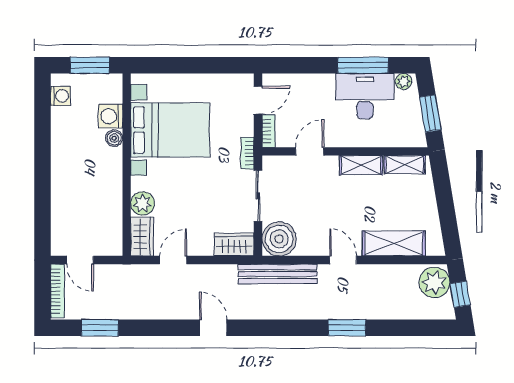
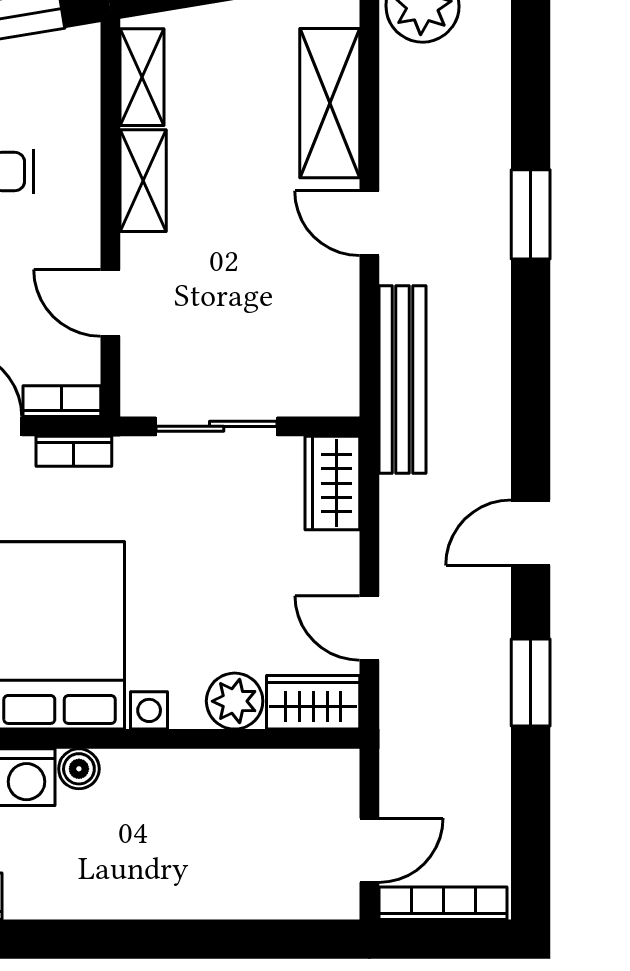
bookcase: (247, 153) -> (74, 451), moved
boiler: (279, 239) -> (319, 376), removed
door: (343, 260) -> (369, 223), hinge flipped
window: (100, 328) -> (531, 682), moved

